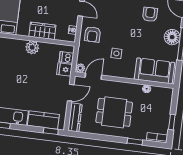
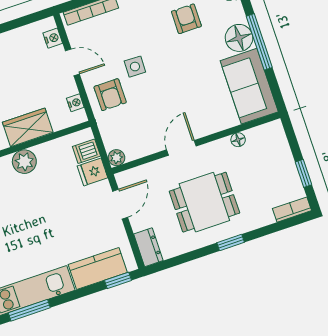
side table: (116, 53) -> (135, 67), moved
sofa: (154, 71) -> (249, 86), moved, turned -90
door: (93, 76) -> (181, 148), moved
dresser: (75, 117) -> (148, 247), width x0.70
window: (135, 142) -> (231, 243), moved

